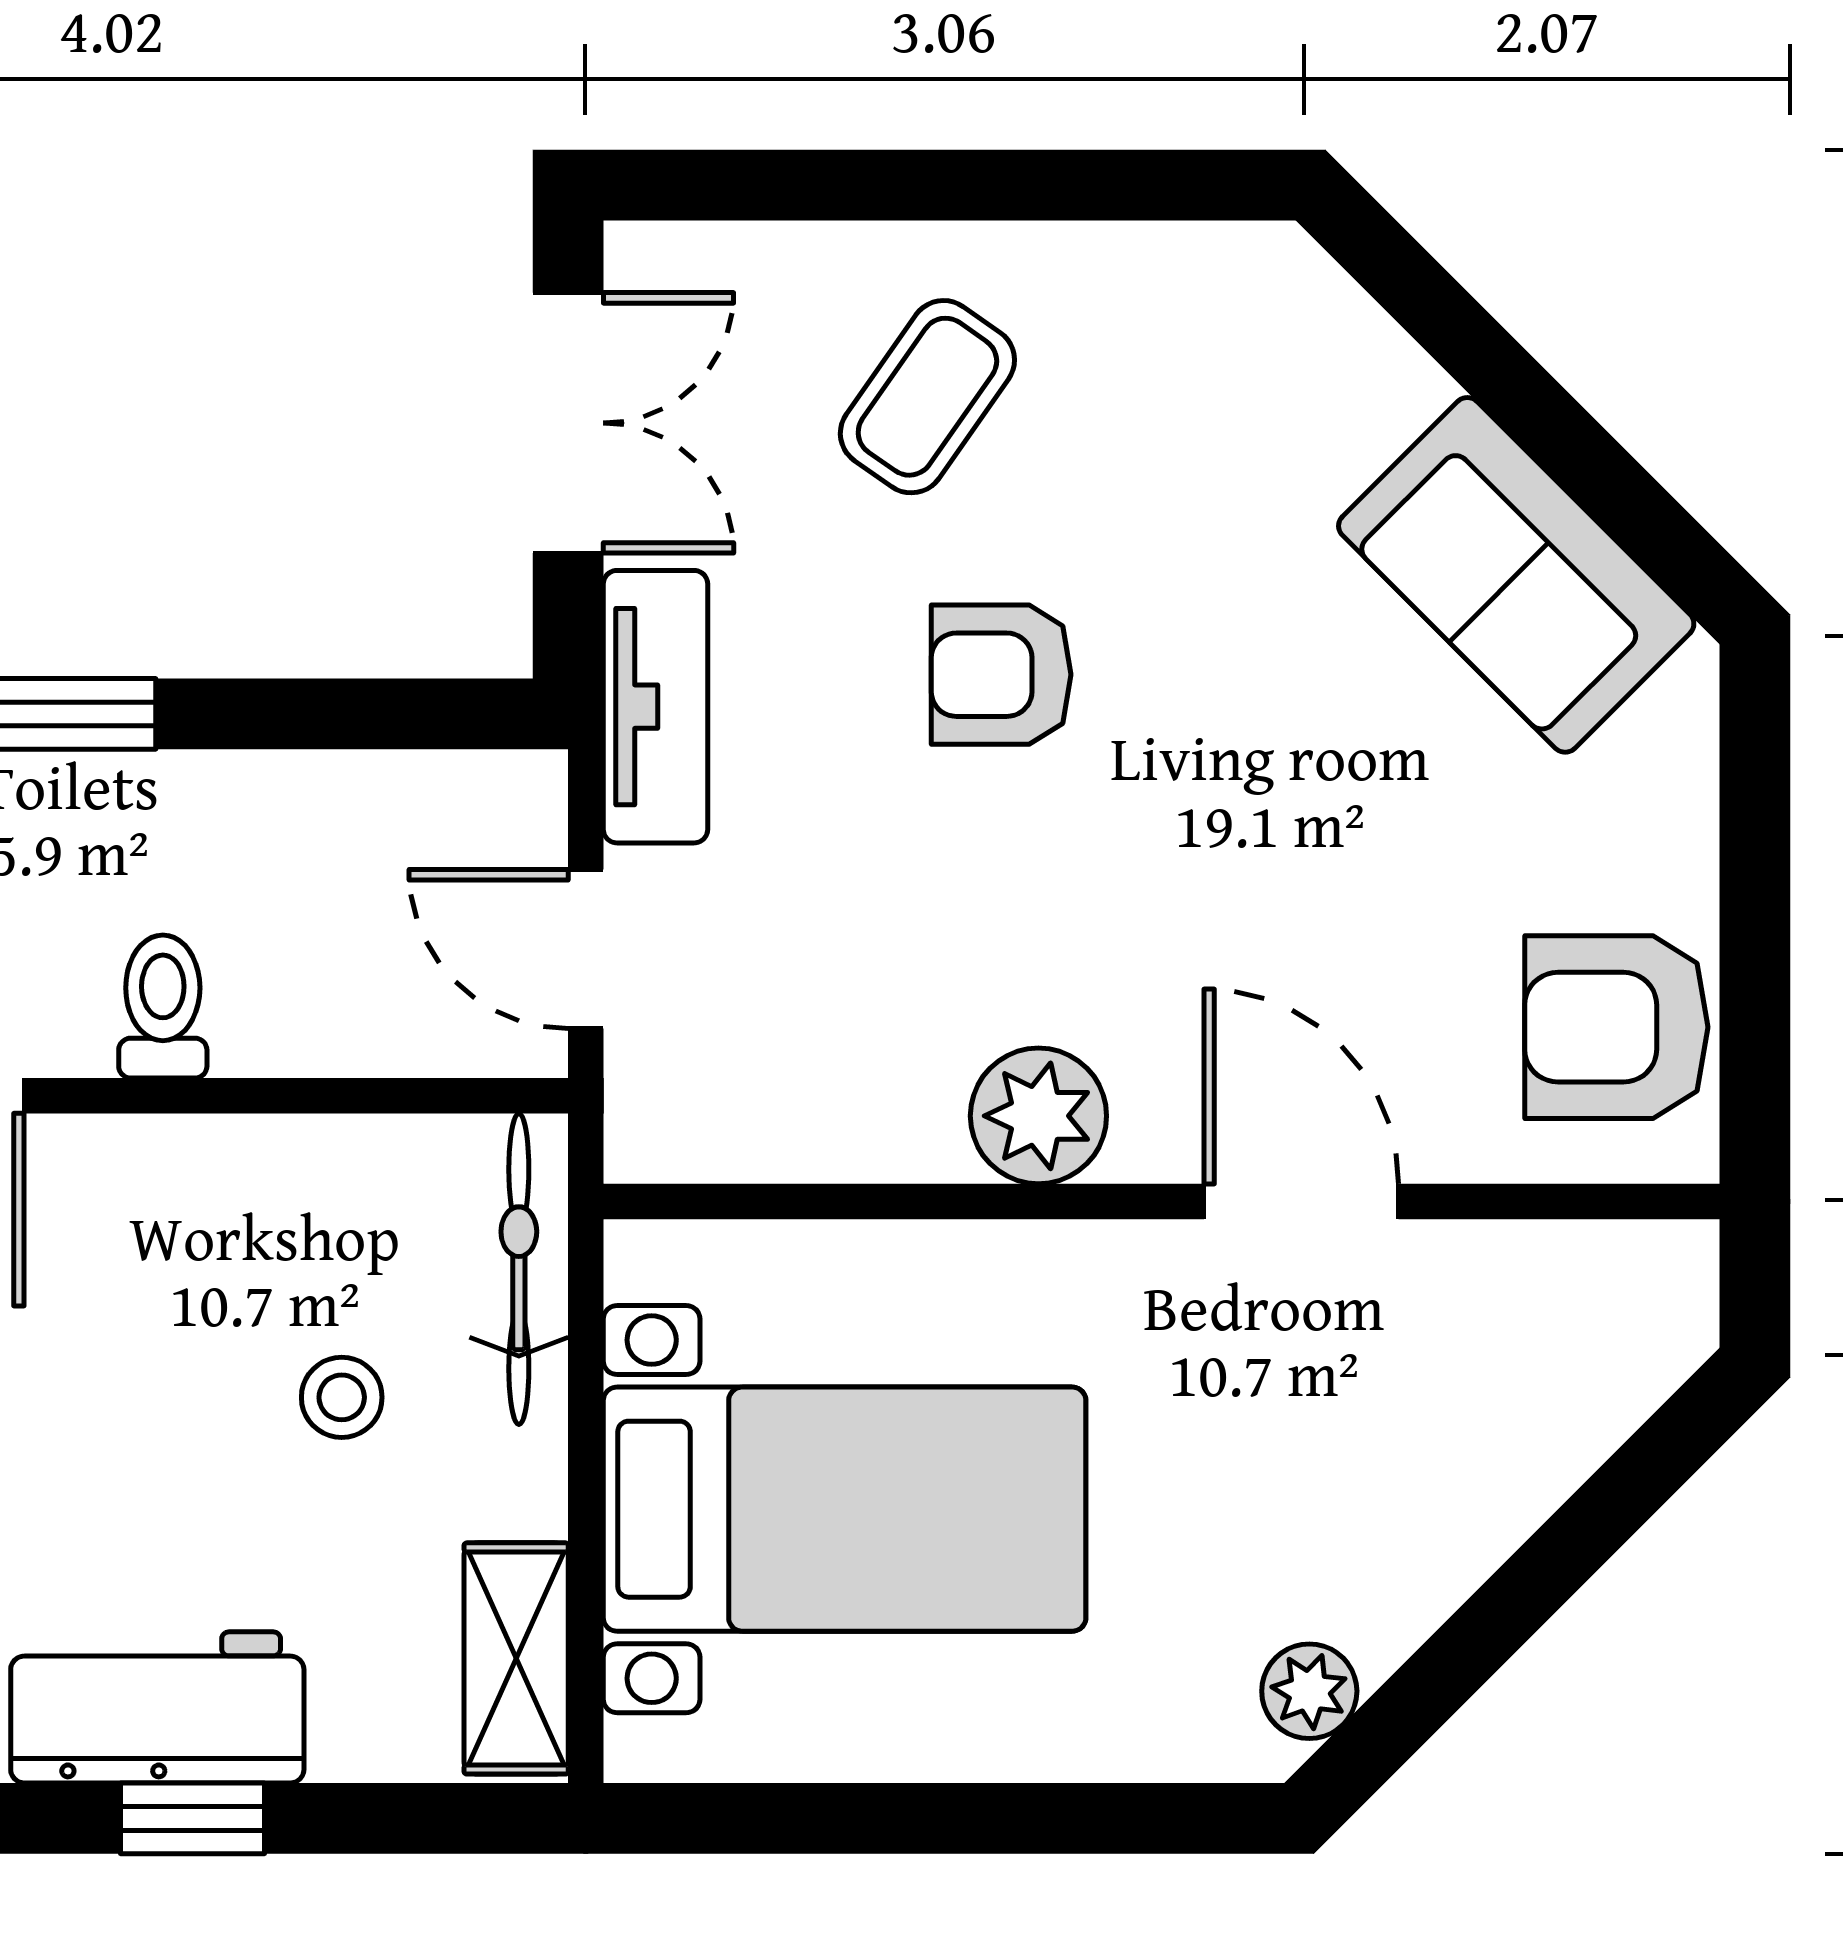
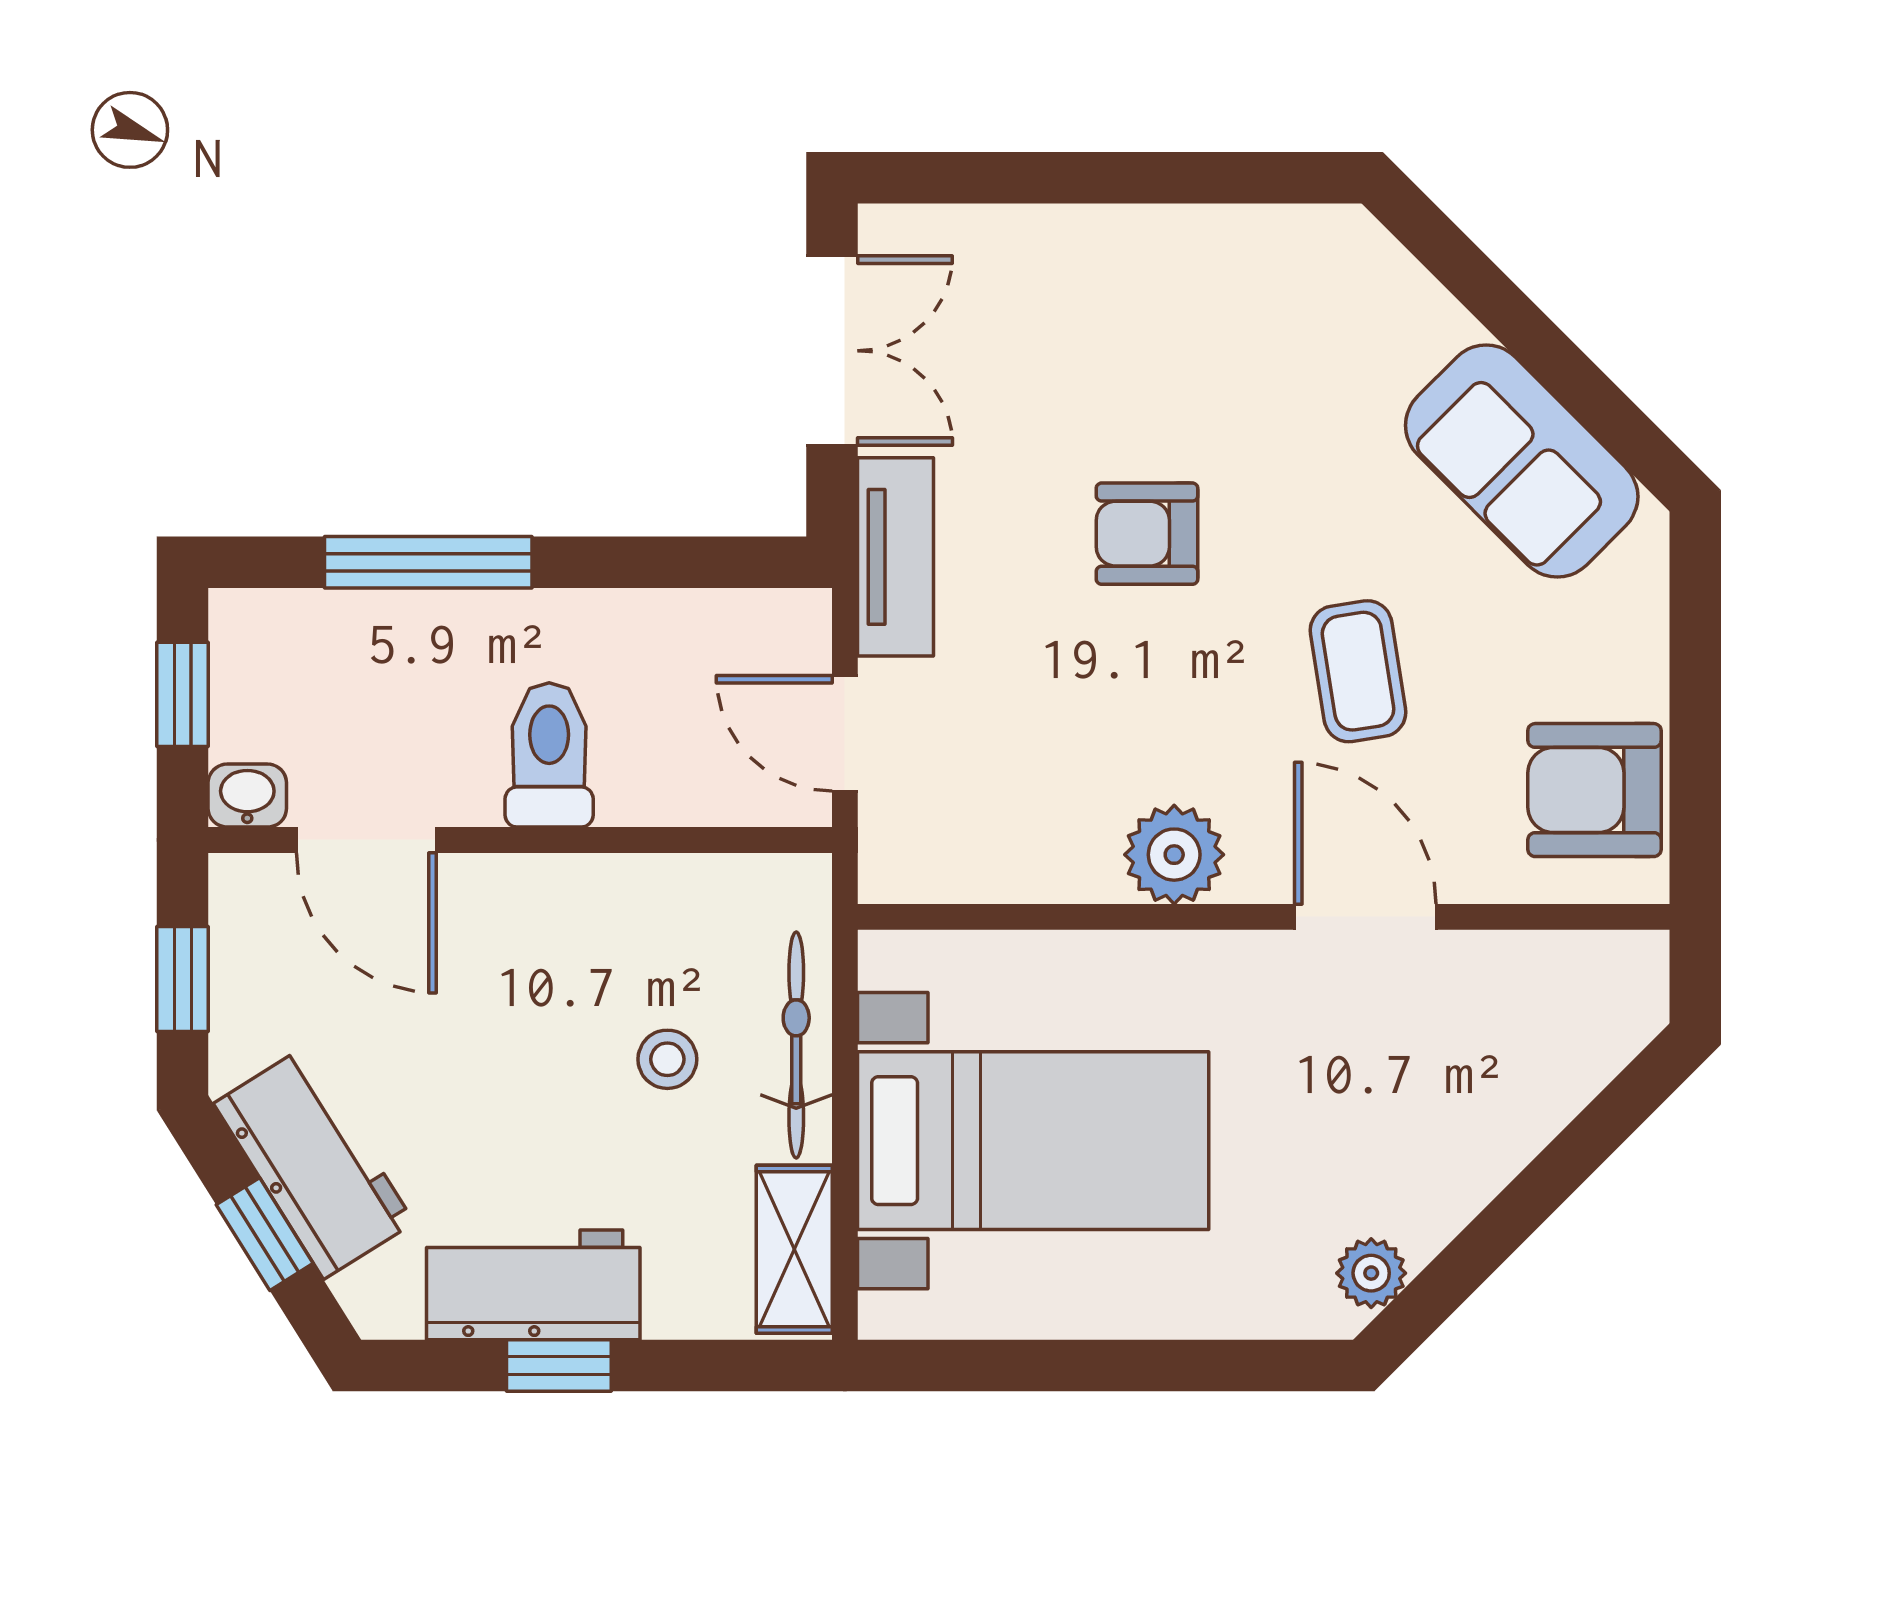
coffee table: (927, 397) -> (1358, 671), moved, turned -44
toilet: (163, 1007) -> (549, 755), width x1.37, depth x1.39
bicycle: (519, 1269) -> (796, 1045), moved

